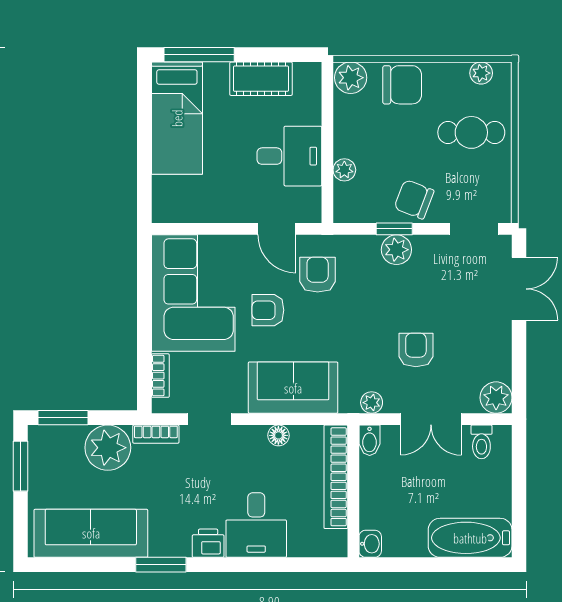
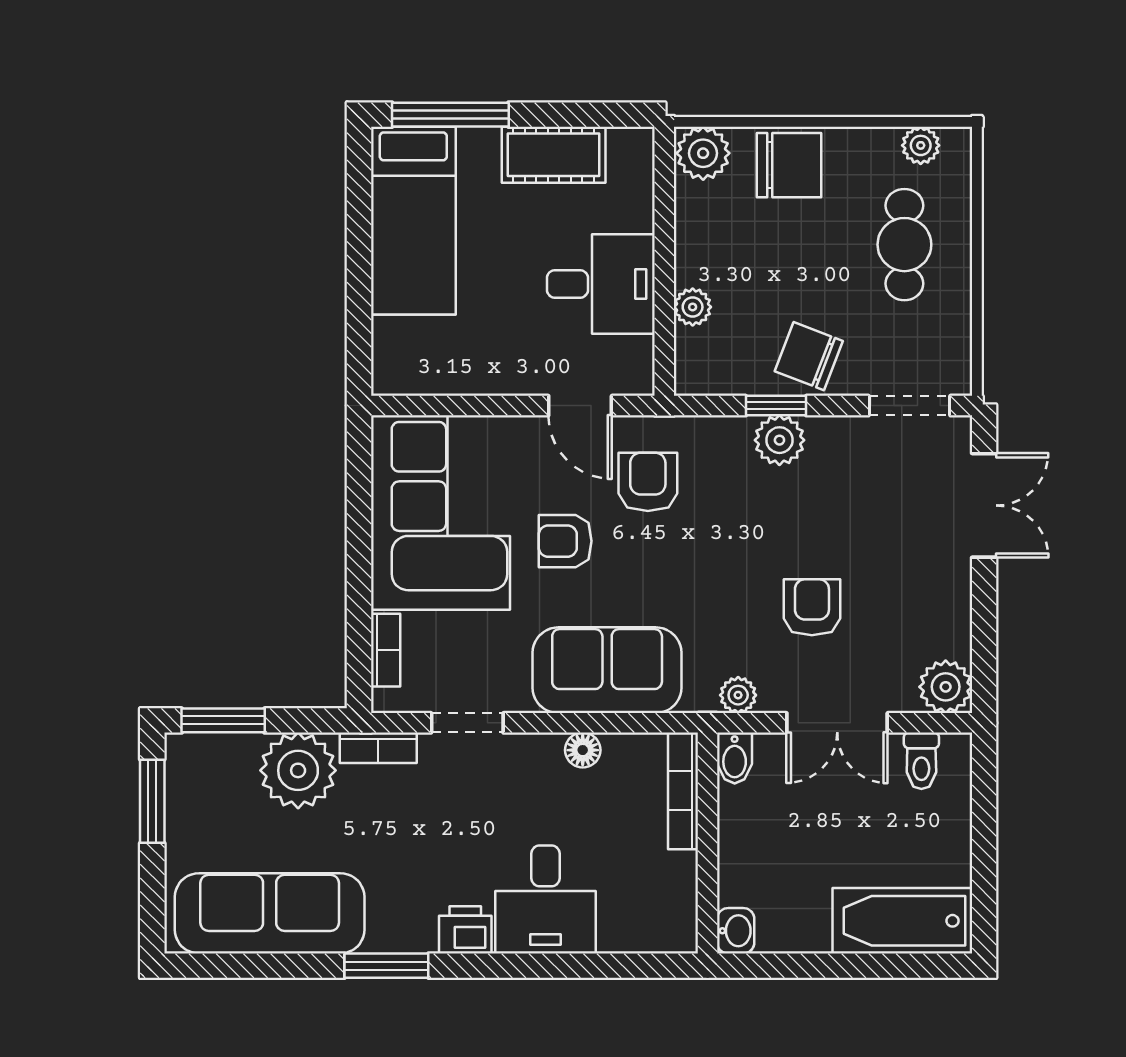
cafe table: (471, 132) -> (904, 245), turned 90
bookcase: (336, 477) -> (683, 791), width x0.68, depth x0.76

